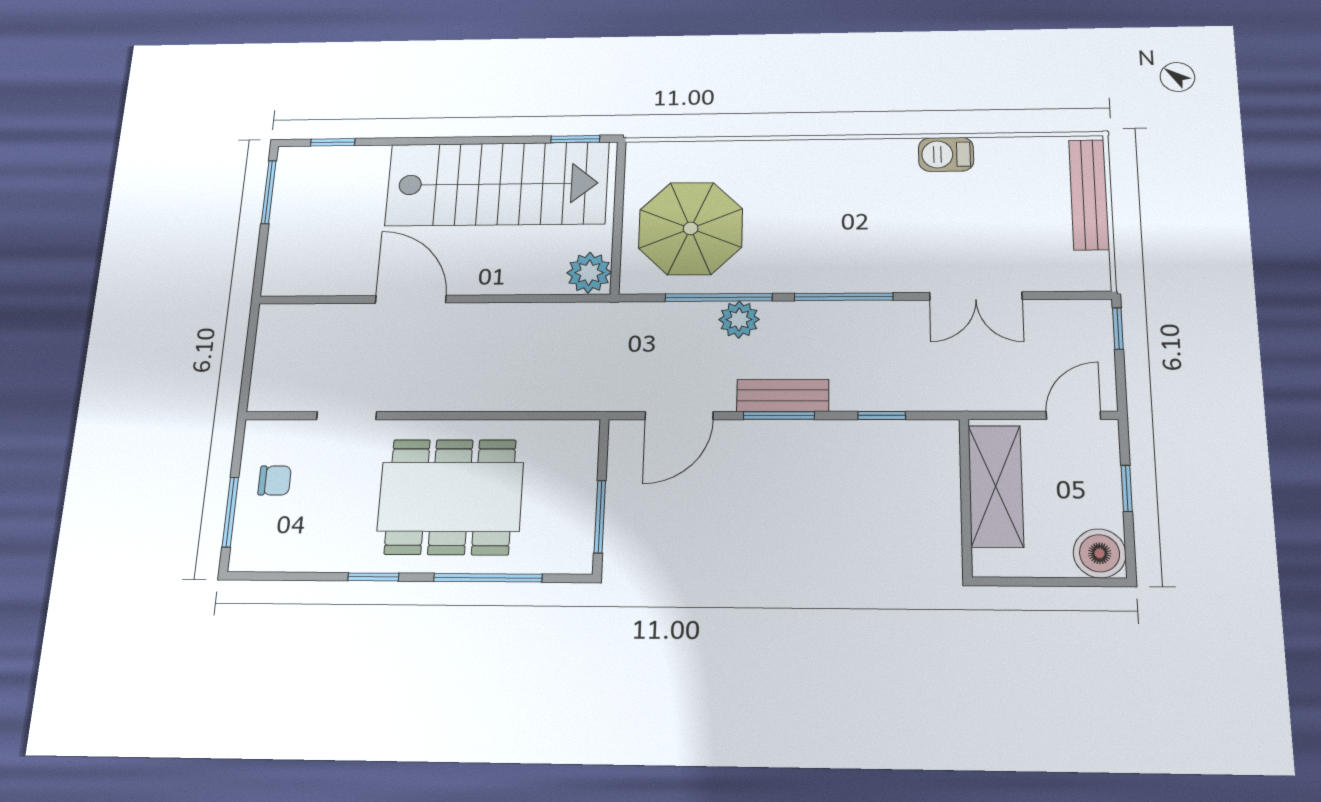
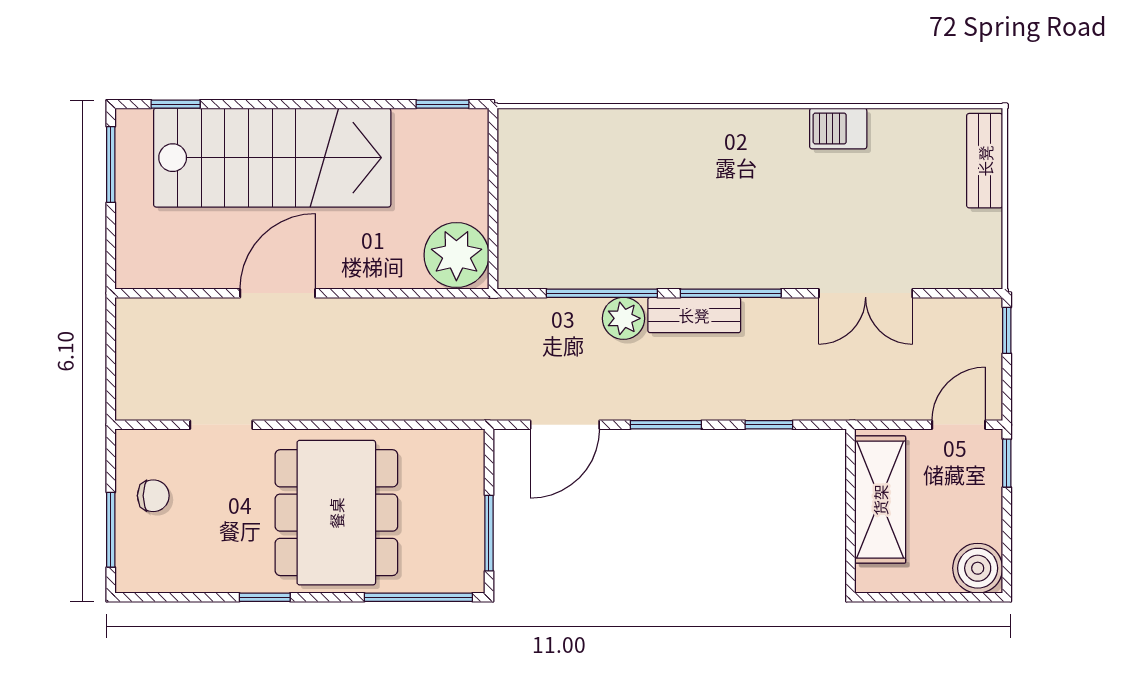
stairs: (497, 184) -> (272, 158), moved
bench: (1089, 194) -> (985, 161), width x0.73
parasol: (691, 228) -> (570, 213), removed
plant: (589, 273) -> (456, 255), width x1.36, depth x1.36
door: (411, 299) -> (278, 293), hinge flipped
bench: (783, 395) -> (694, 315), moved
window: (1127, 488) -> (1007, 463), moved
dining table: (450, 497) -> (336, 513), turned 90
window: (488, 578) -> (418, 597), moved

